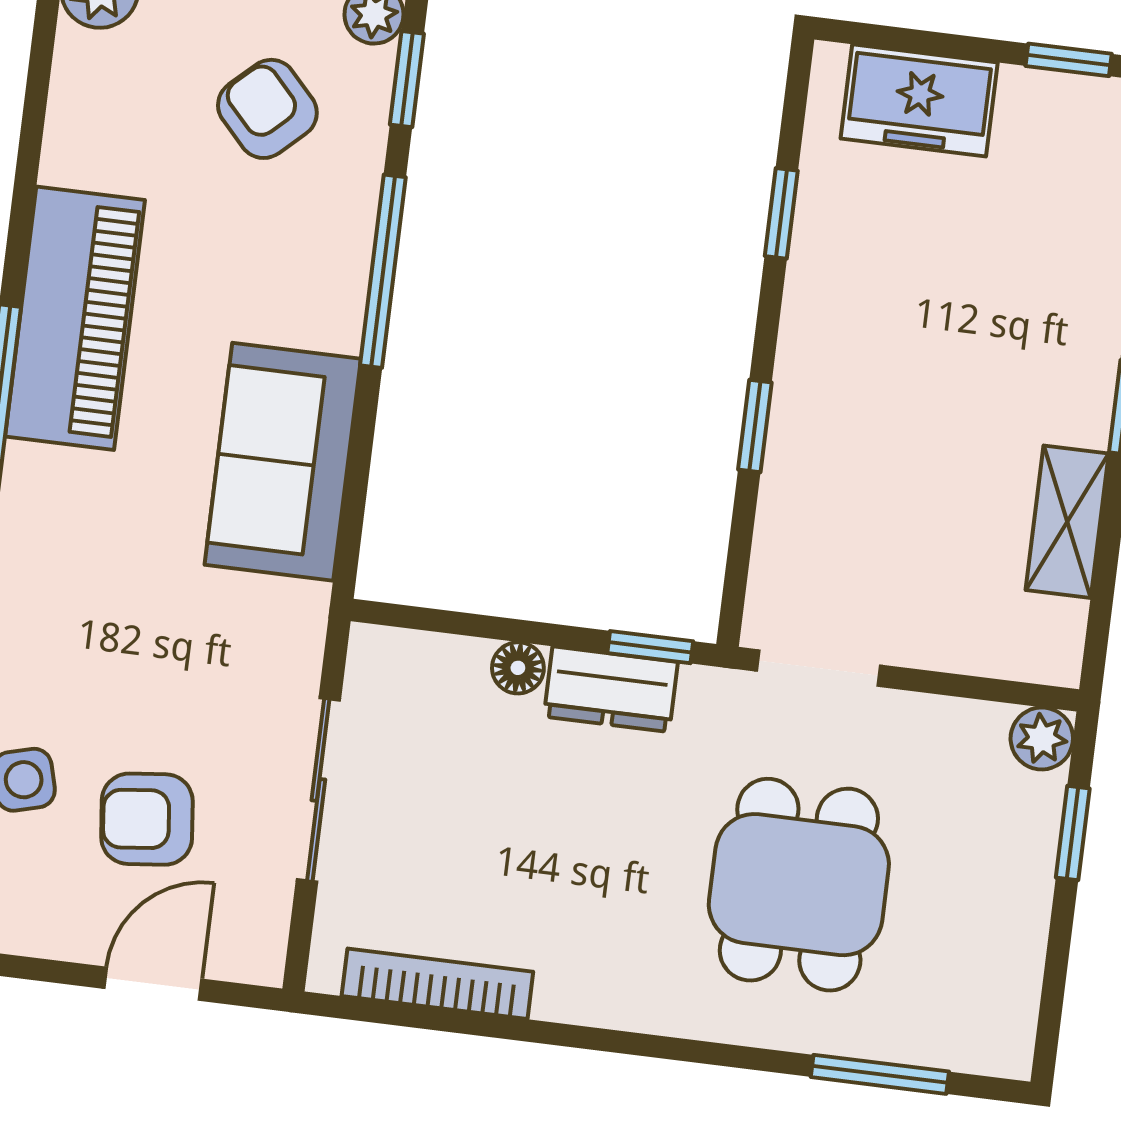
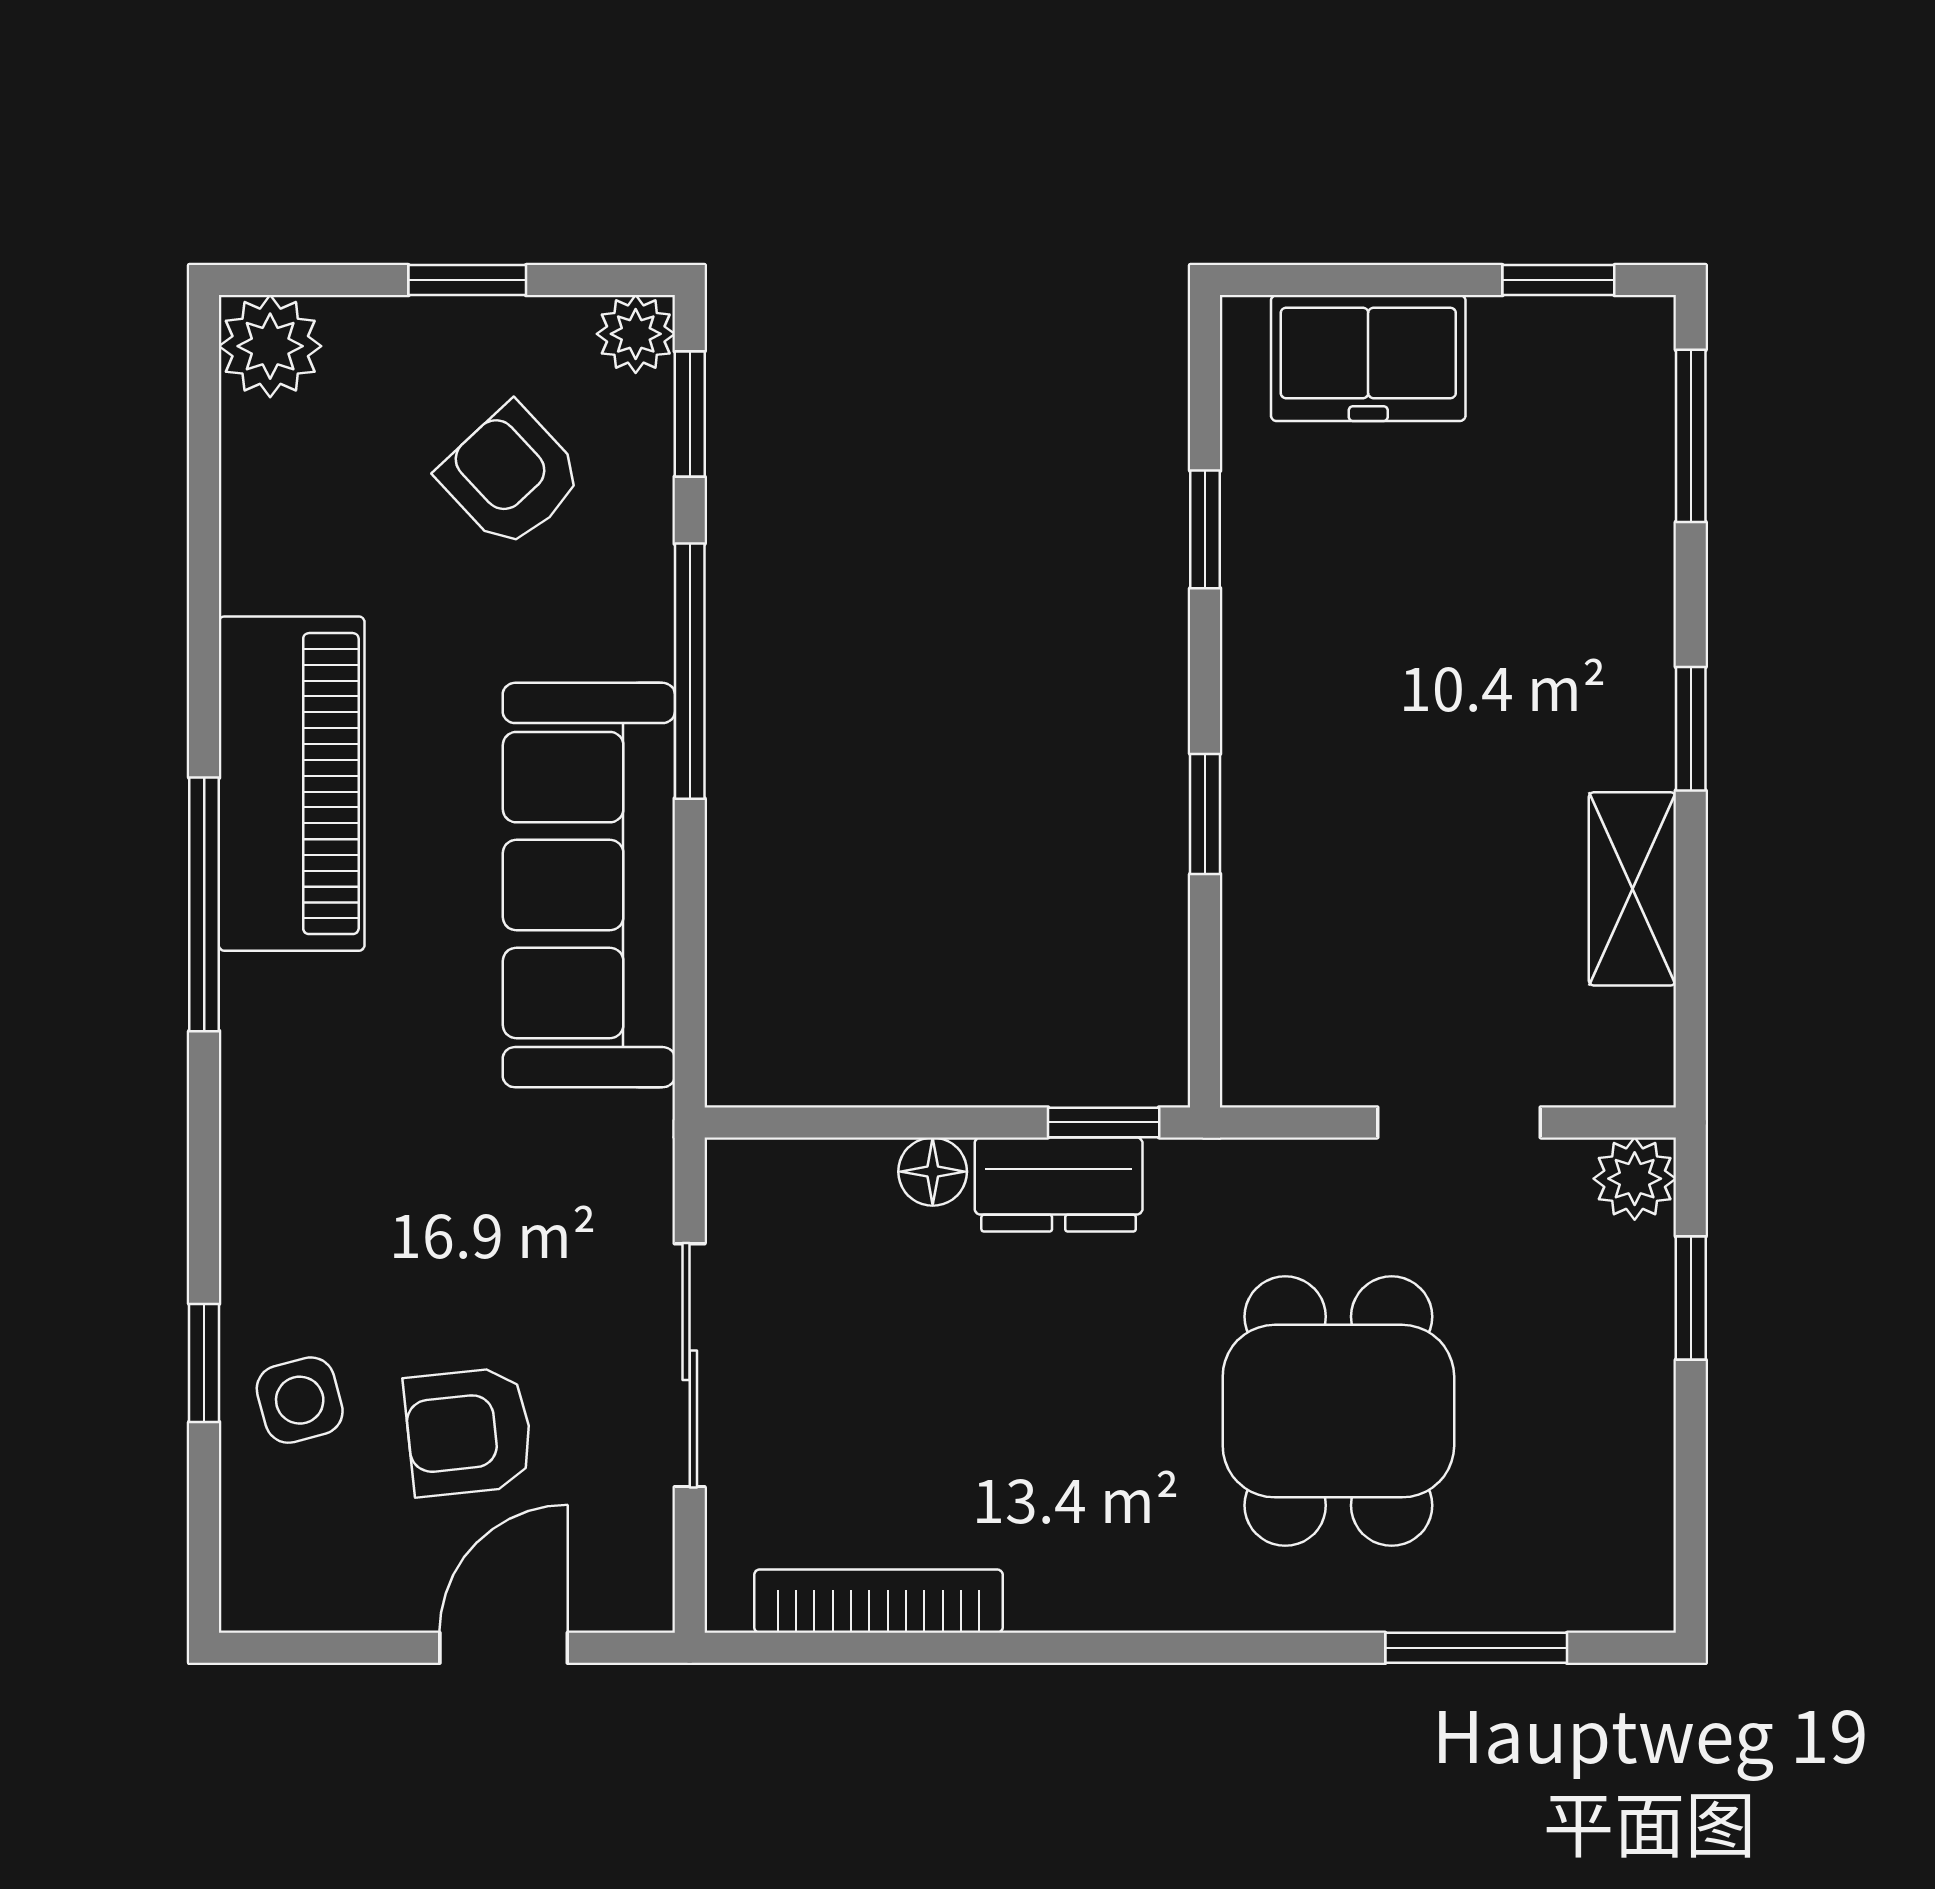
sofa: (283, 462) -> (589, 885), width x1.36
doorway: (818, 668) -> (1459, 1122), moved

